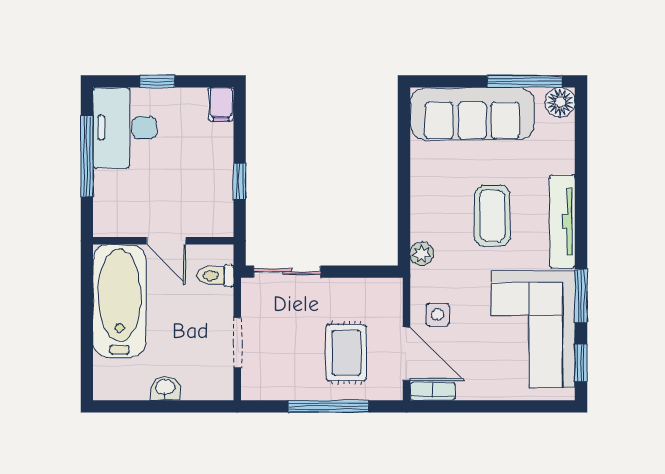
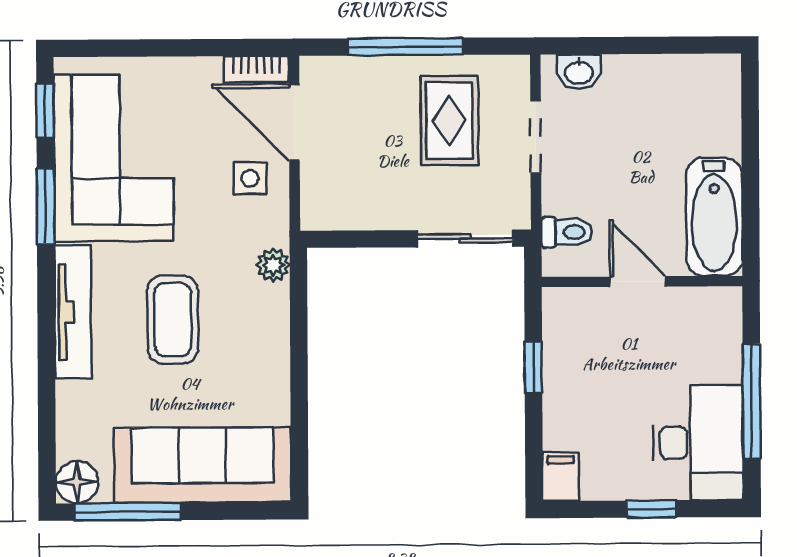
bathtub: (120, 301) -> (714, 217), width x0.73, depth x0.73
rug: (346, 353) -> (449, 121), moved
washbasin: (165, 388) -> (579, 72), moved

